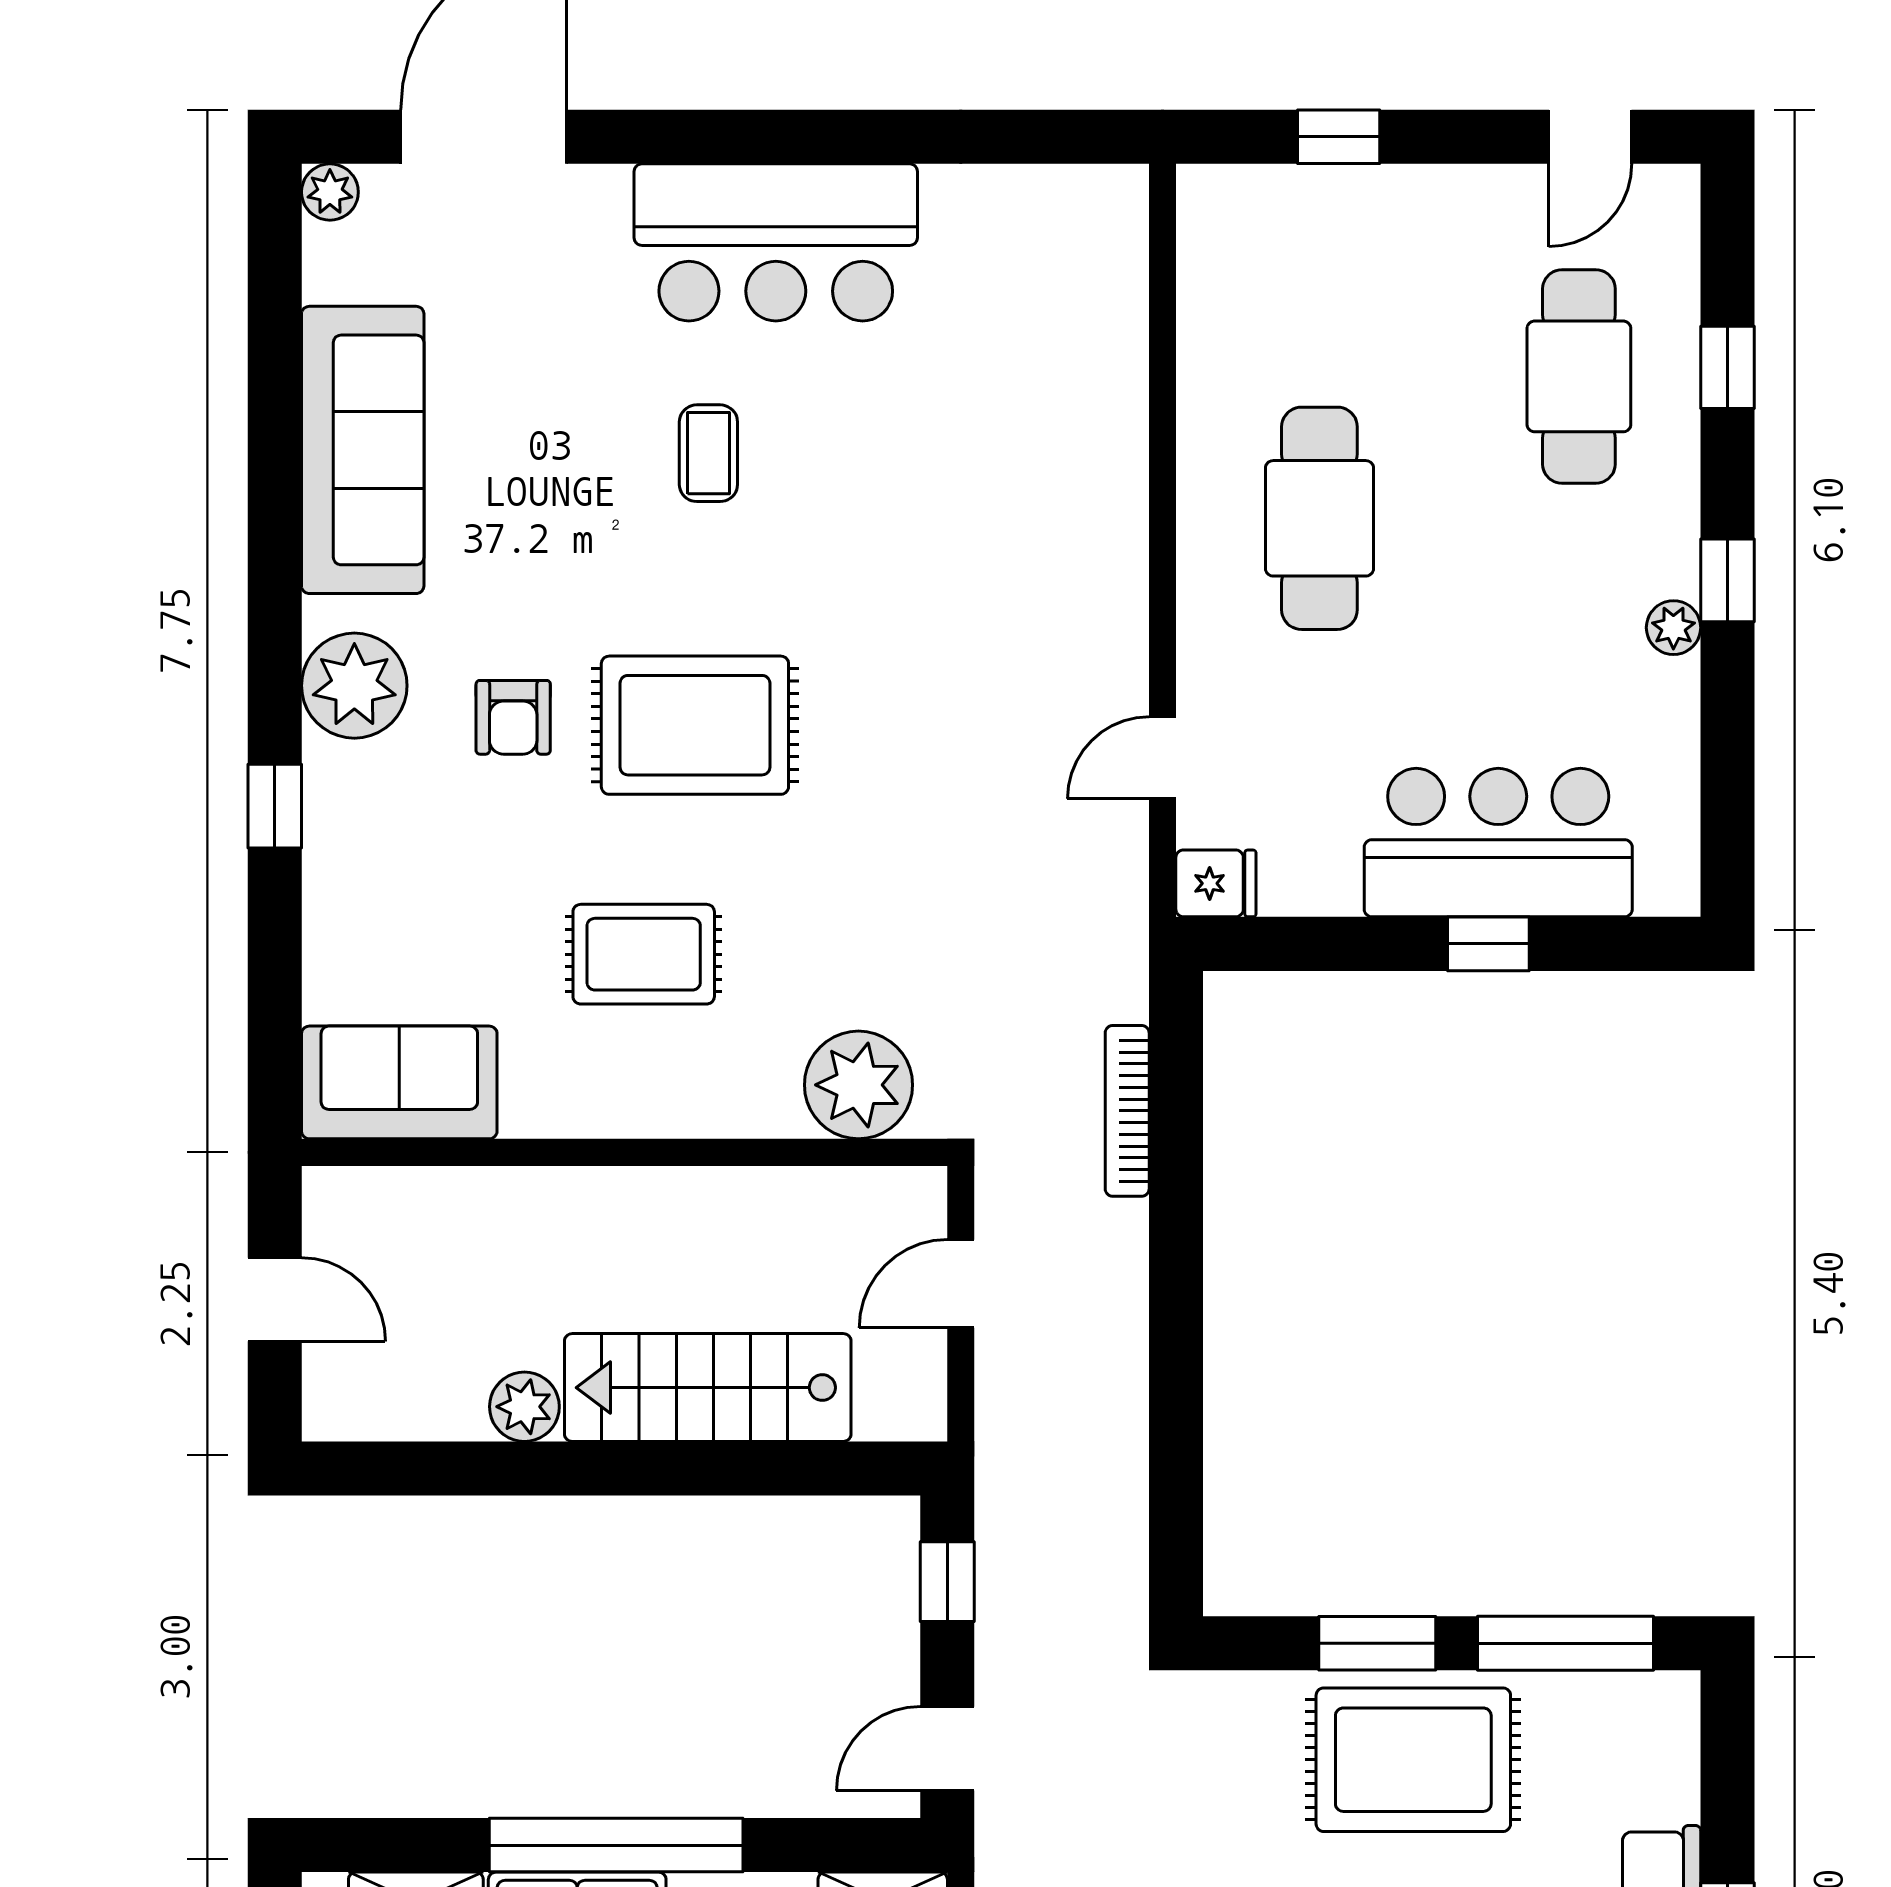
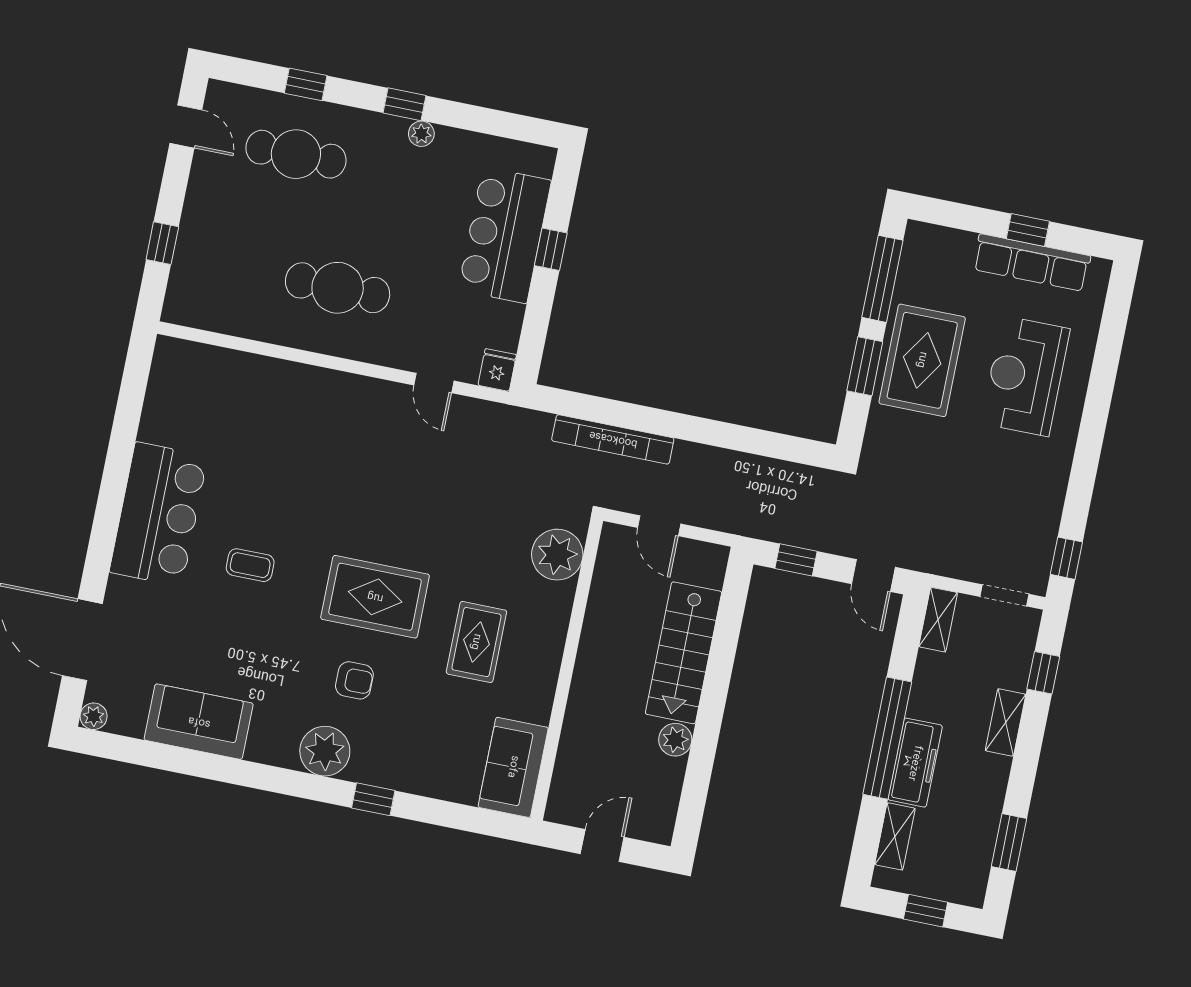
sofa: (363, 450) -> (199, 722), width x0.73
rug: (695, 725) -> (375, 597), turned 90
bookcase: (1127, 1111) -> (613, 439), width x1.48, depth x1.31

